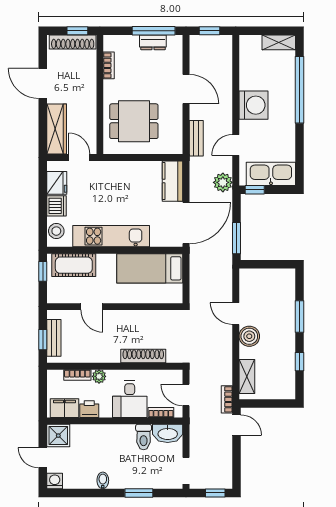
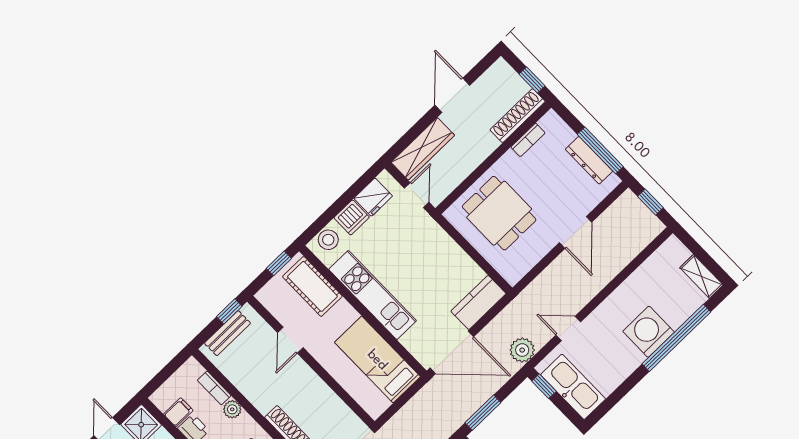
shoe rack: (73, 42) -> (518, 116), moved, turned 90
dresser: (153, 42) -> (589, 160), width x1.44
washing machine: (253, 105) -> (649, 332), moved, turned 180
bench: (196, 138) -> (539, 286), removed
window: (43, 340) -> (229, 311), moved
filing cabinet: (64, 408) -> (178, 412), width x0.50

